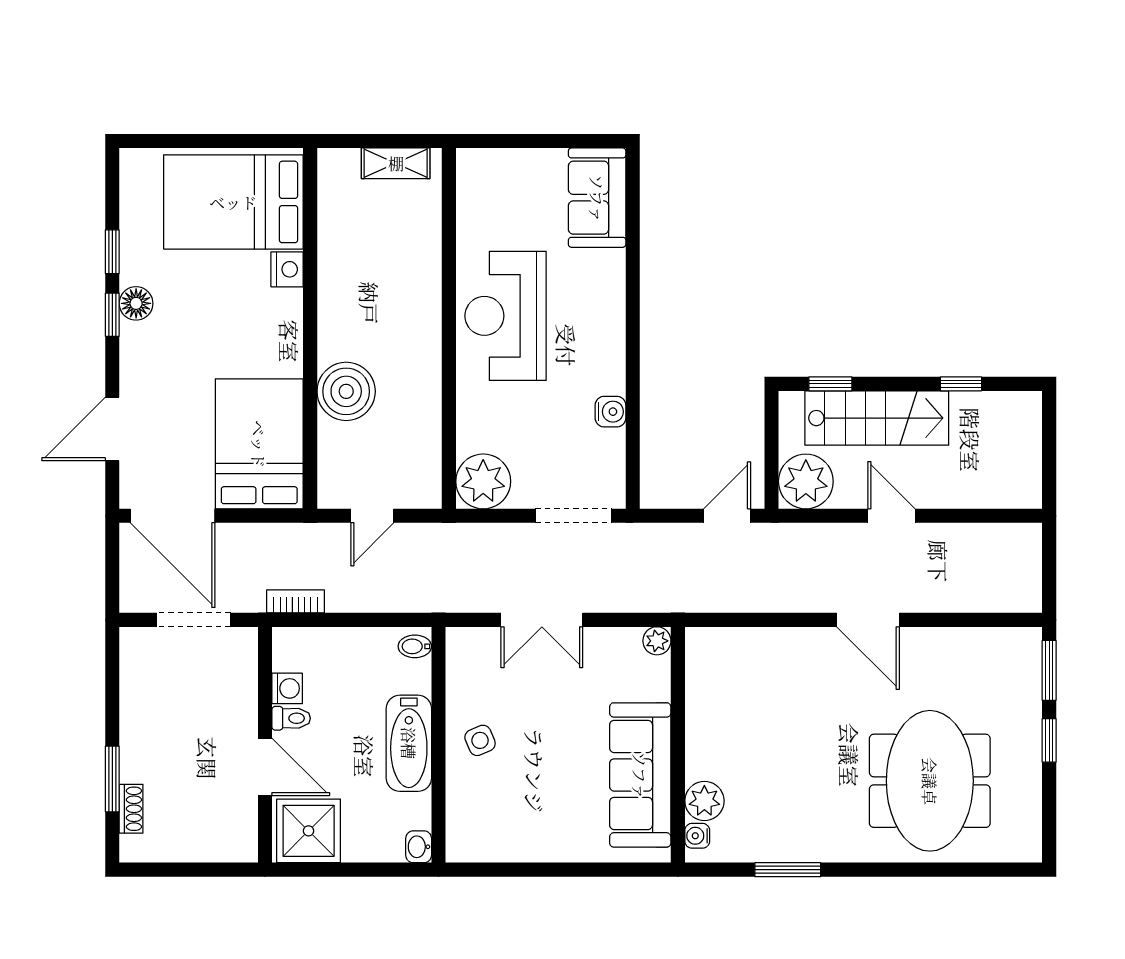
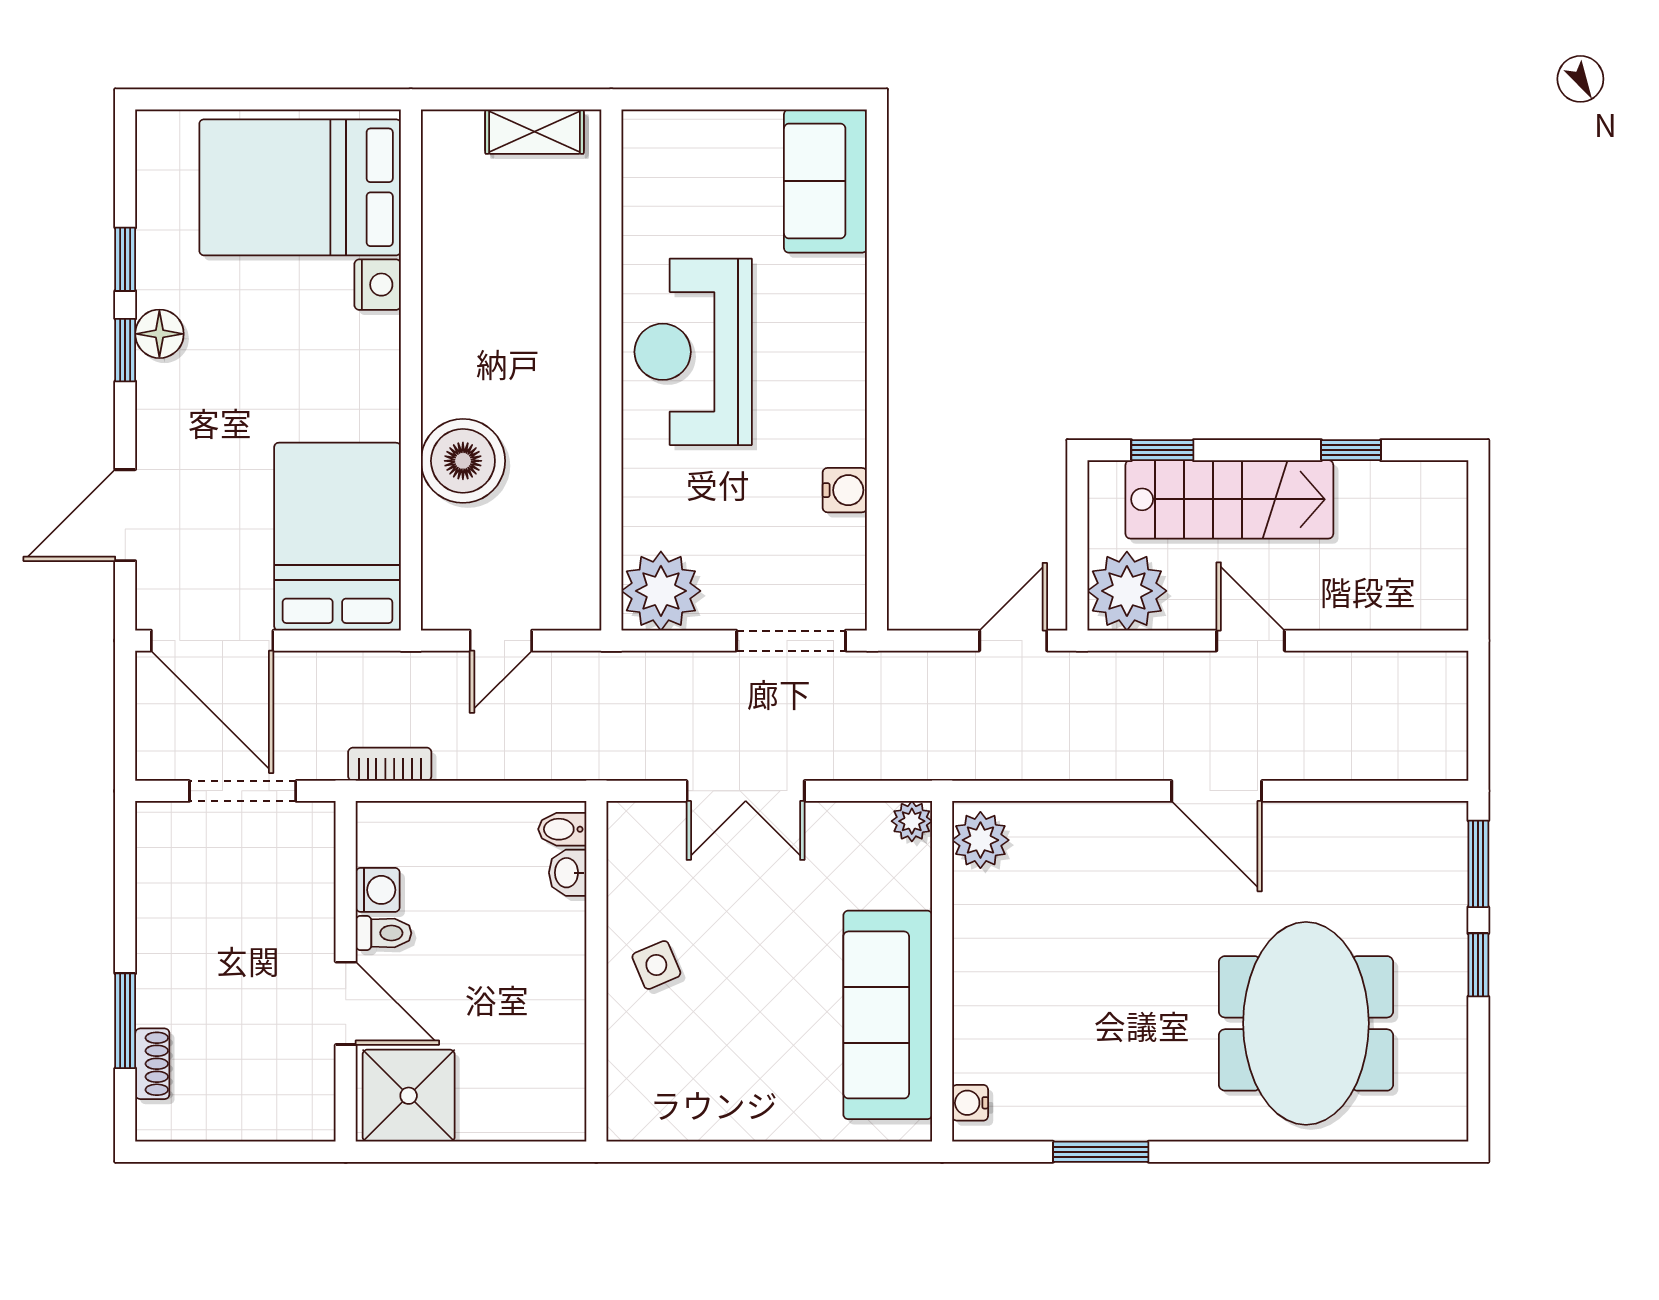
bathtub: (409, 743) -> (554, 969), removed
plant: (704, 801) -> (980, 840), moved
washbasin: (419, 847) -> (568, 873), moved

